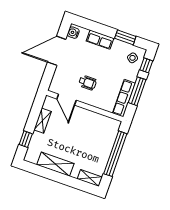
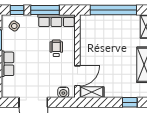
water cooler: (73, 33) -> (63, 92), moved
wheelchair: (87, 83) -> (56, 48), moved
shelving: (43, 121) -> (92, 92), moved

